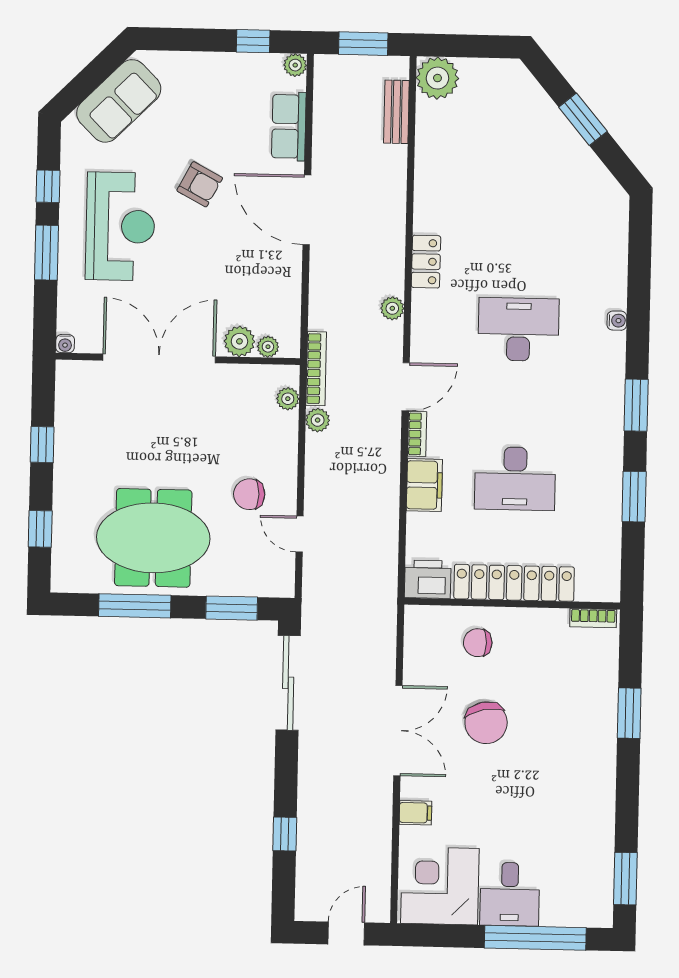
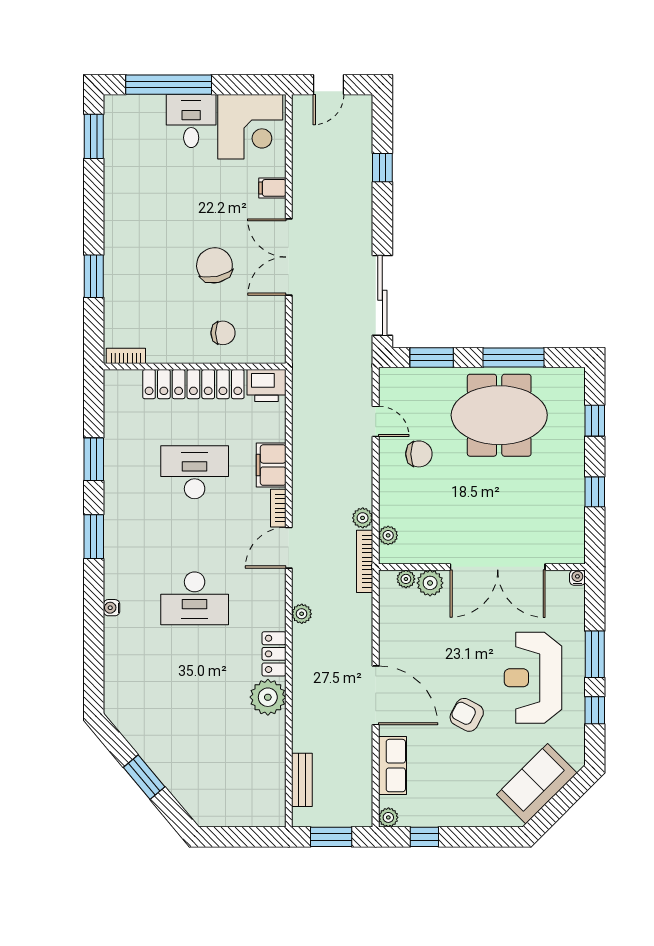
plant: (437, 78) -> (268, 697), moved

